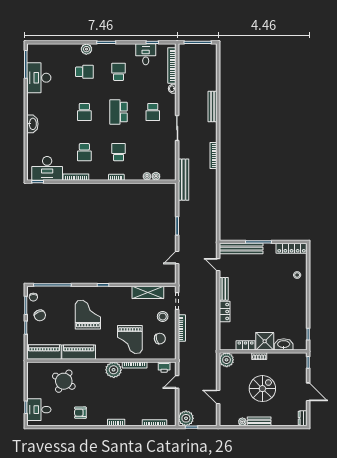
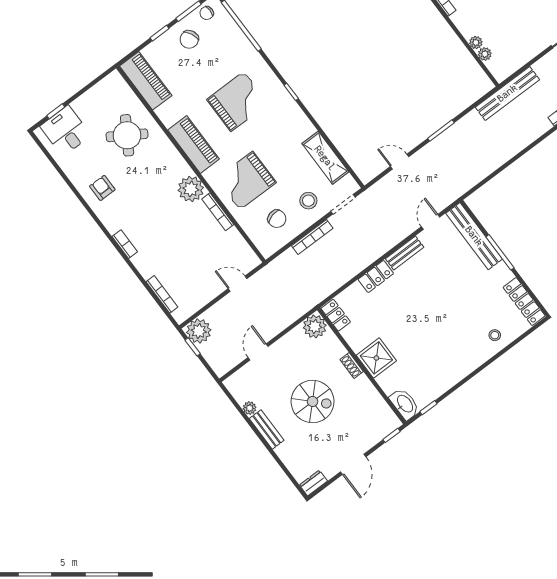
washbasin: (284, 344) -> (405, 404), moved
locker: (246, 345) -> (336, 315), moved
piano: (79, 352) -> (193, 145), moved
printer: (164, 367) -> (244, 252), removed

